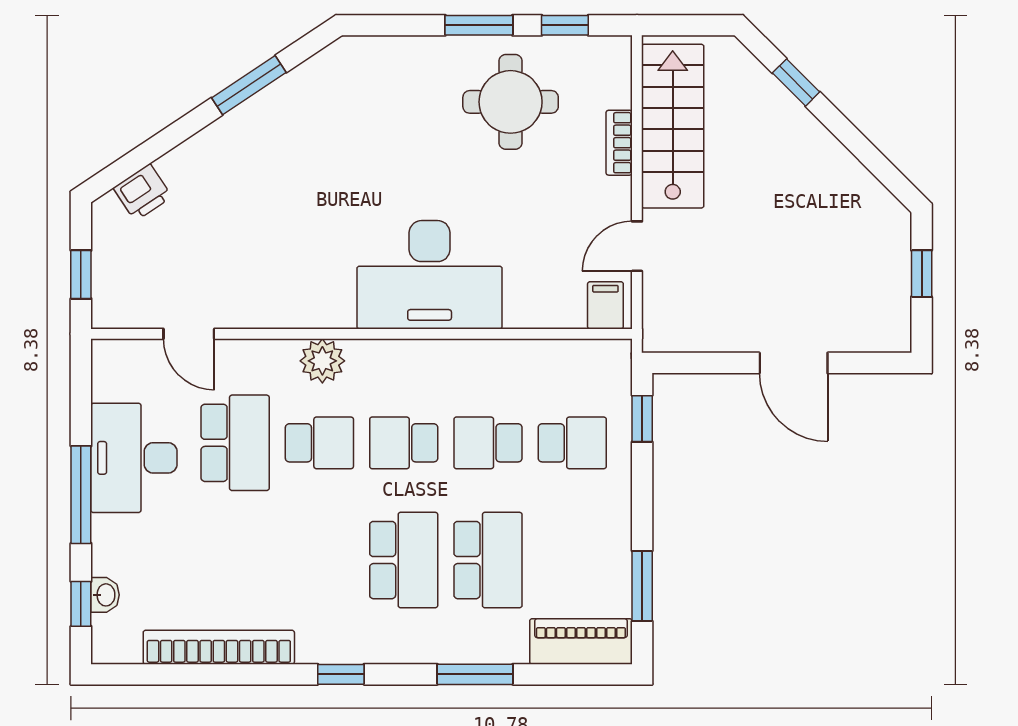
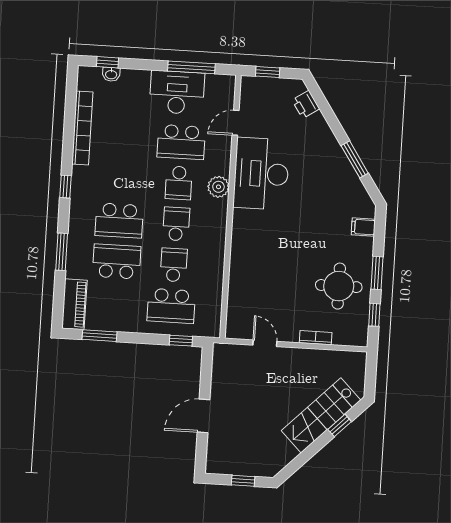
stairs: (673, 126) -> (321, 415), moved, turned 135
desk: (430, 275) -> (261, 174), moved
filing cabinet: (605, 305) -> (363, 227), moved, turned 180
school desk: (572, 443) -> (171, 306), width x1.85
window: (81, 495) -> (191, 67), moved
school desk: (488, 560) -> (117, 261), turned 180

